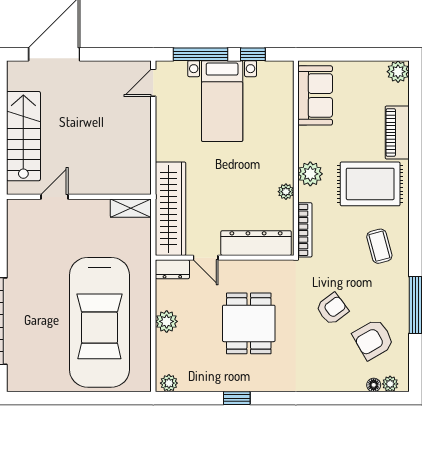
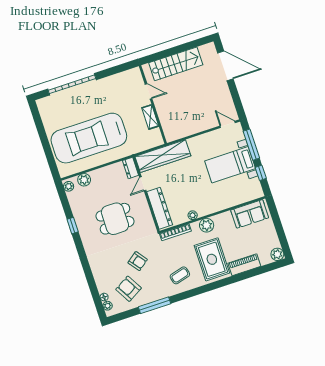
shelving: (131, 208) -> (150, 117), moved
plant: (167, 321) -> (84, 180), moved

